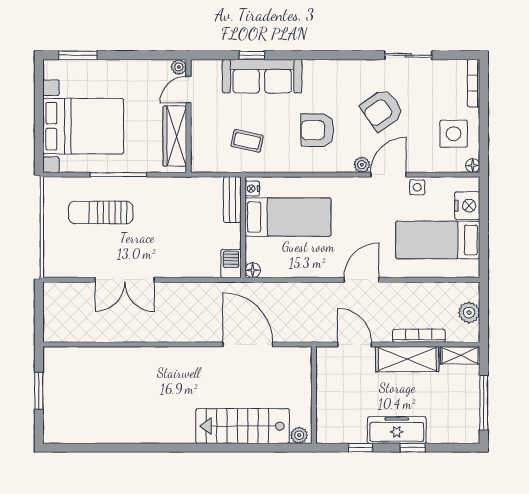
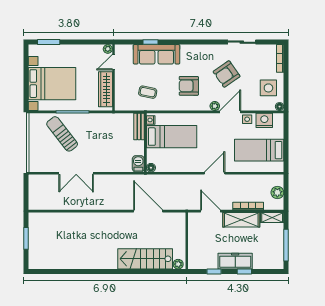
nightstand: (467, 206) -> (264, 120), moved, turned -90
sun lounger: (101, 212) -> (62, 134), turned 52

